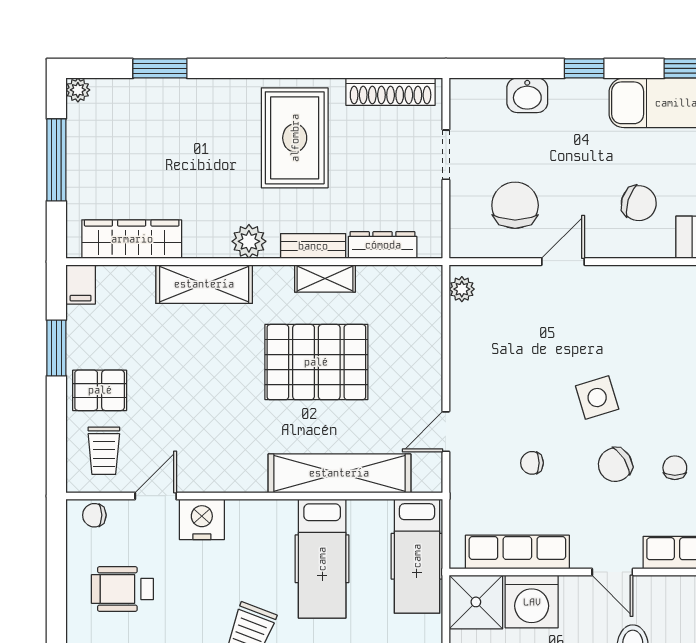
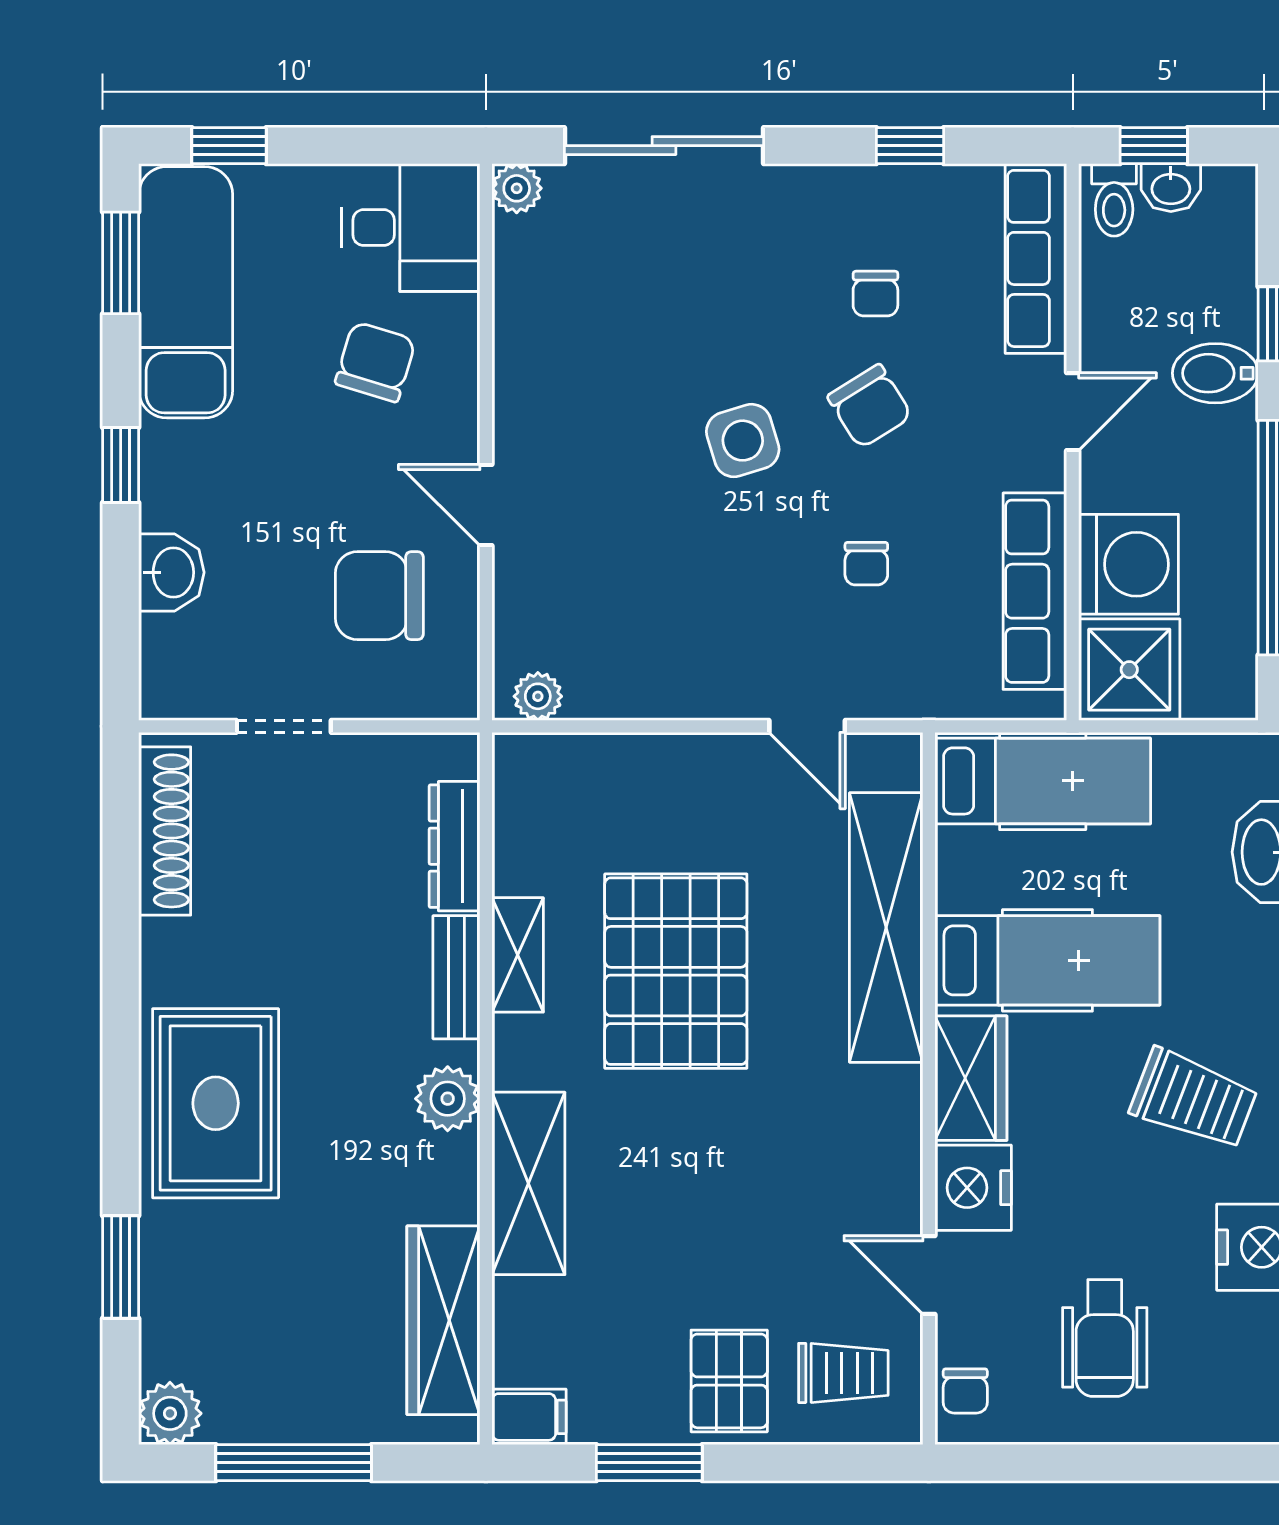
plant: (78, 90) -> (170, 1413), width x1.38, depth x1.38
rug: (295, 138) -> (216, 1103), moved, turned 90
chair: (675, 468) -> (875, 294), turned -90
wardrobe: (260, 518) -> (971, 1078), added

